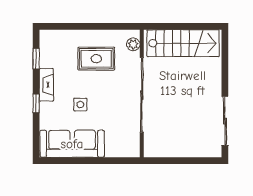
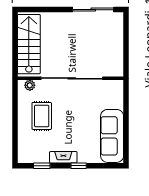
side table: (80, 104) -> (80, 129), removed

